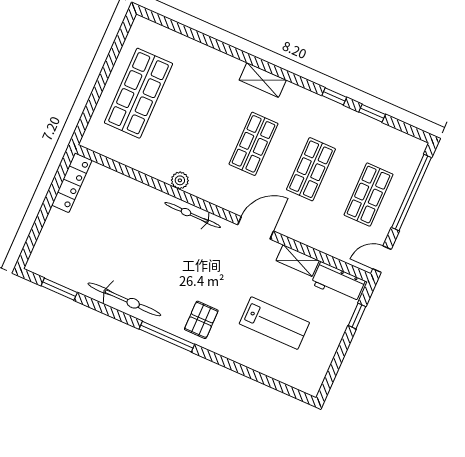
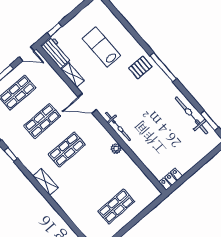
shop shelf: (139, 93) -> (116, 207), width x0.70, depth x0.74
locker: (72, 183) -> (171, 179), width x0.66
bicycle: (124, 299) -> (192, 115), moved

